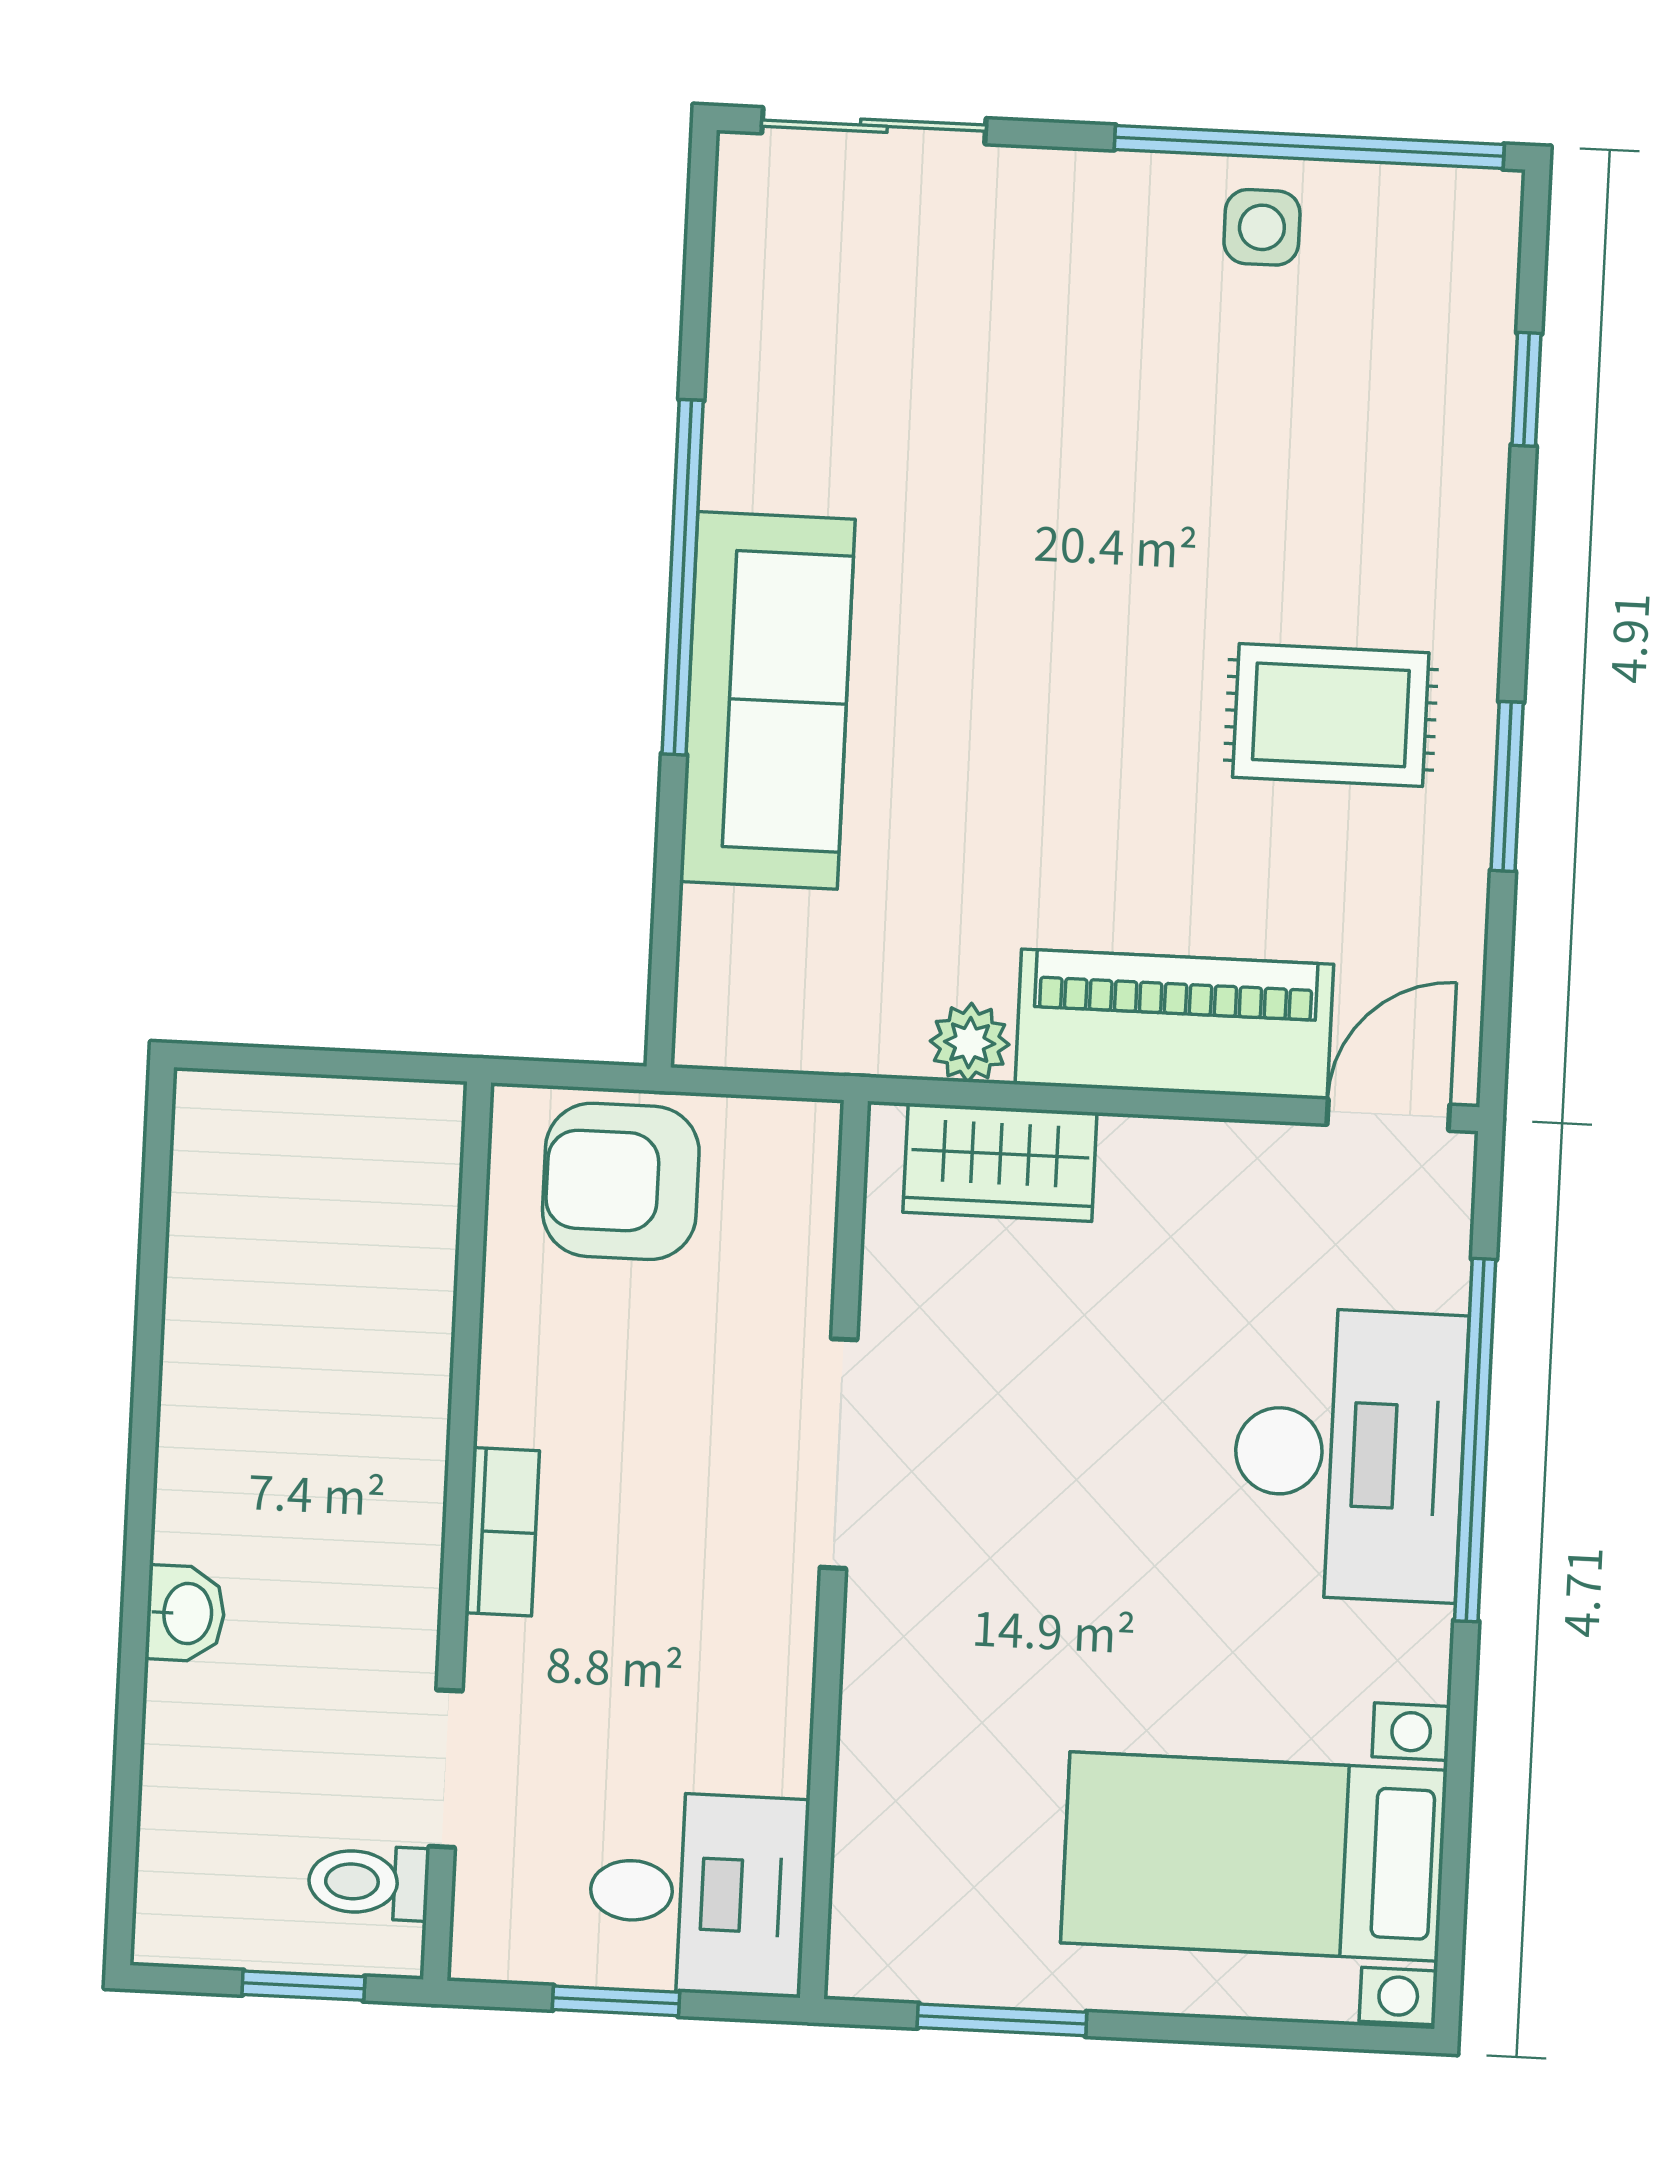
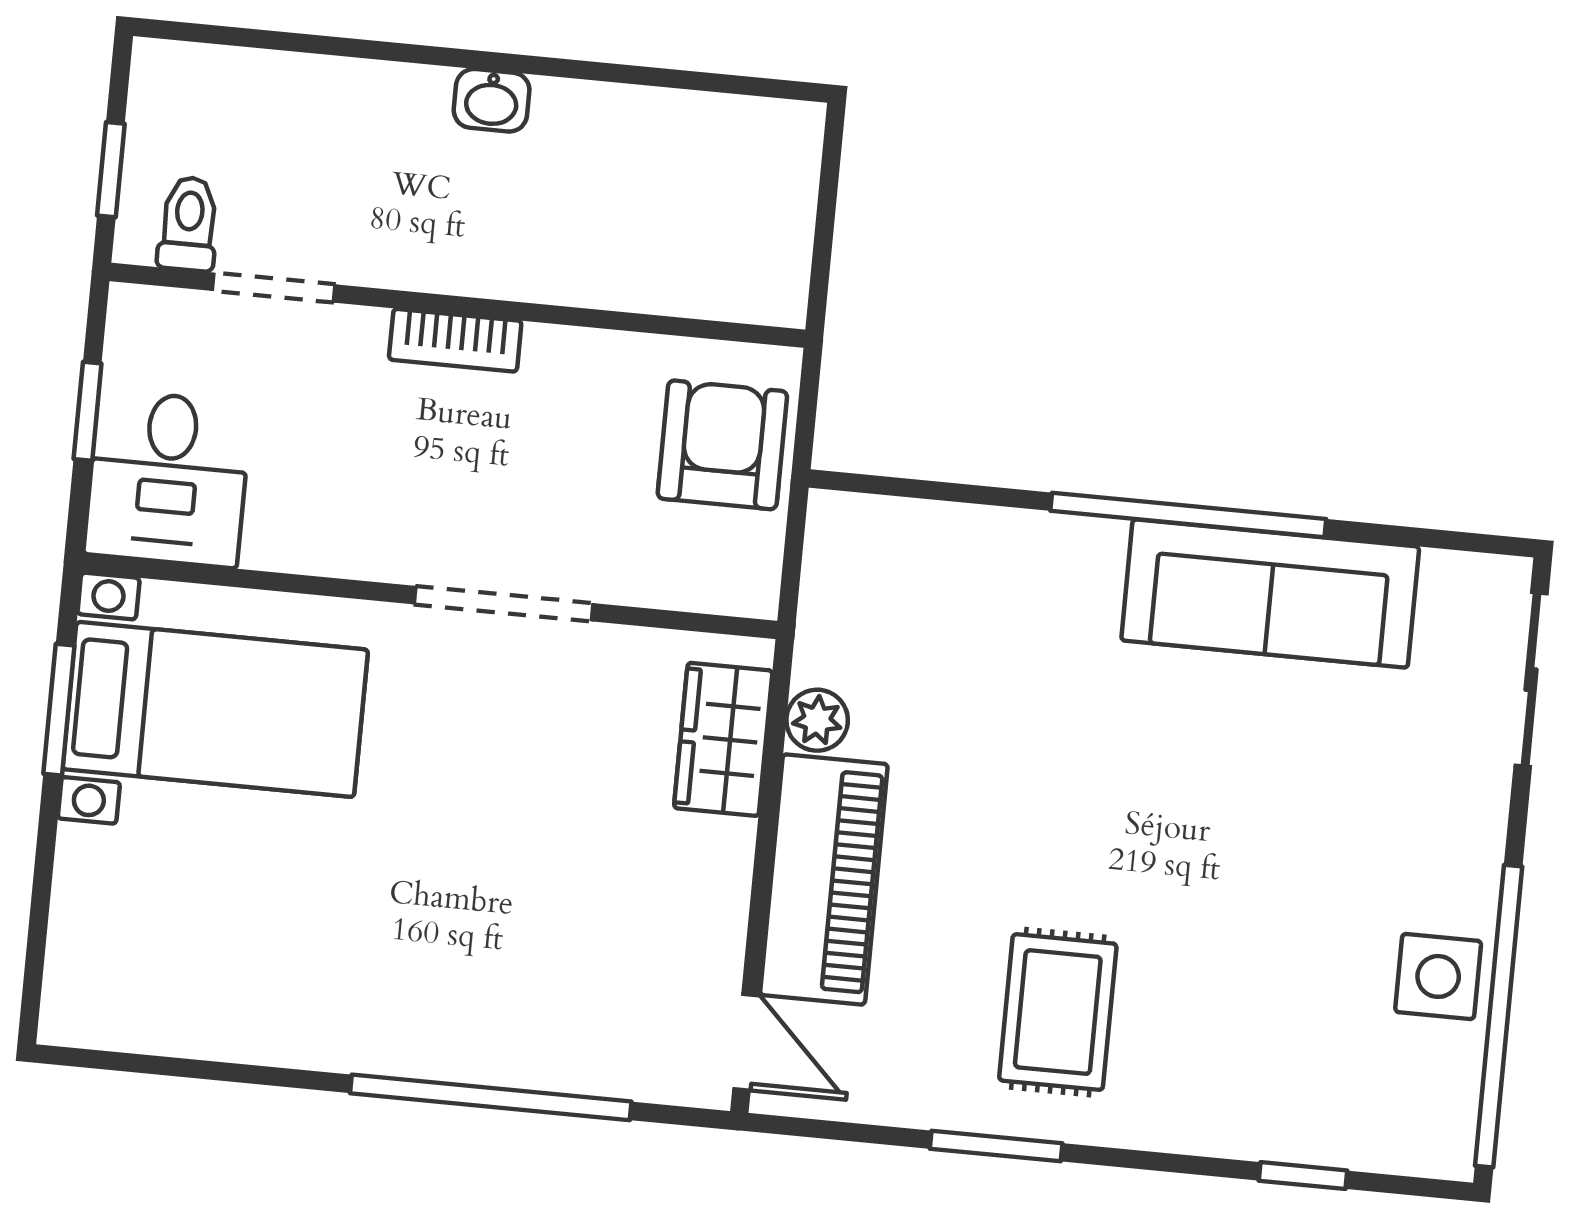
side table: (1262, 227) -> (1438, 976), width x1.37, depth x1.37
sofa: (767, 700) -> (1270, 593), moved
desk: (1349, 1454) -> (484, 999), removed
washbasin: (185, 1613) -> (492, 100), moved
bed with nightstands: (1254, 1856) -> (215, 709), moved, turned 90

